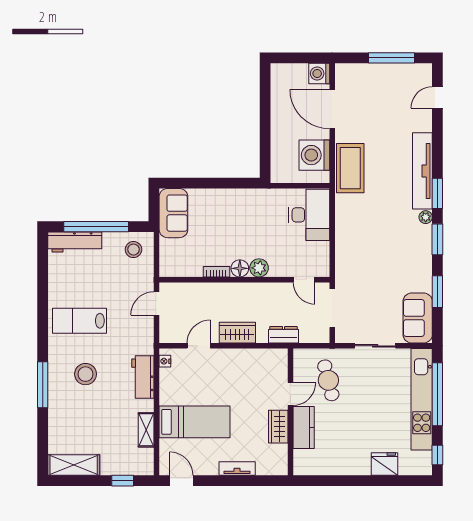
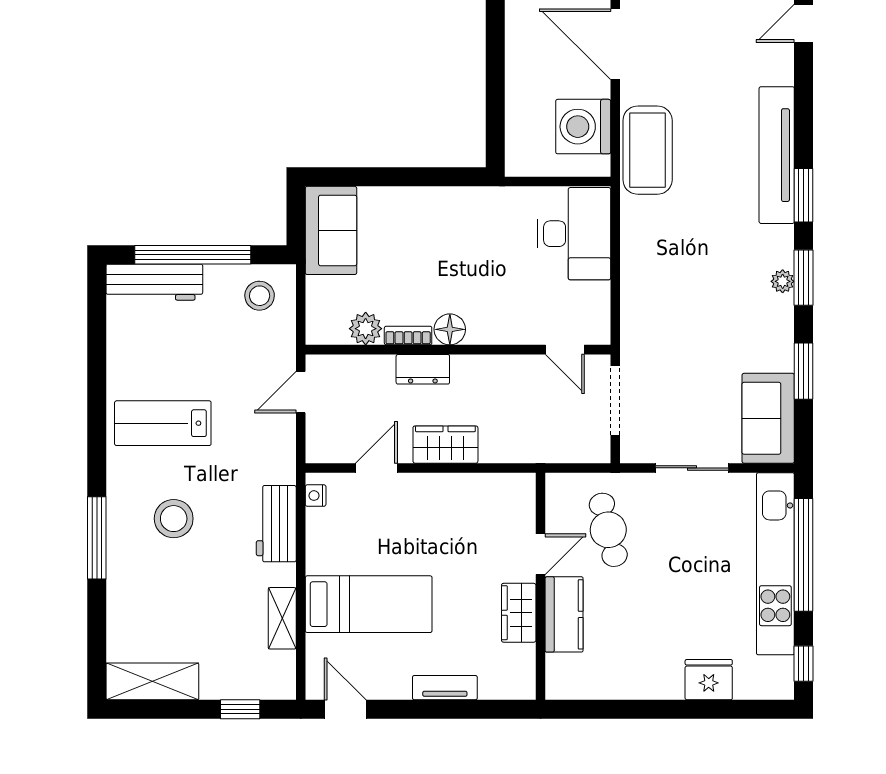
plant: (426, 217) -> (783, 281), moved
plant: (259, 268) -> (366, 329), moved
dresser: (283, 335) -> (423, 369), moved, turned 180

